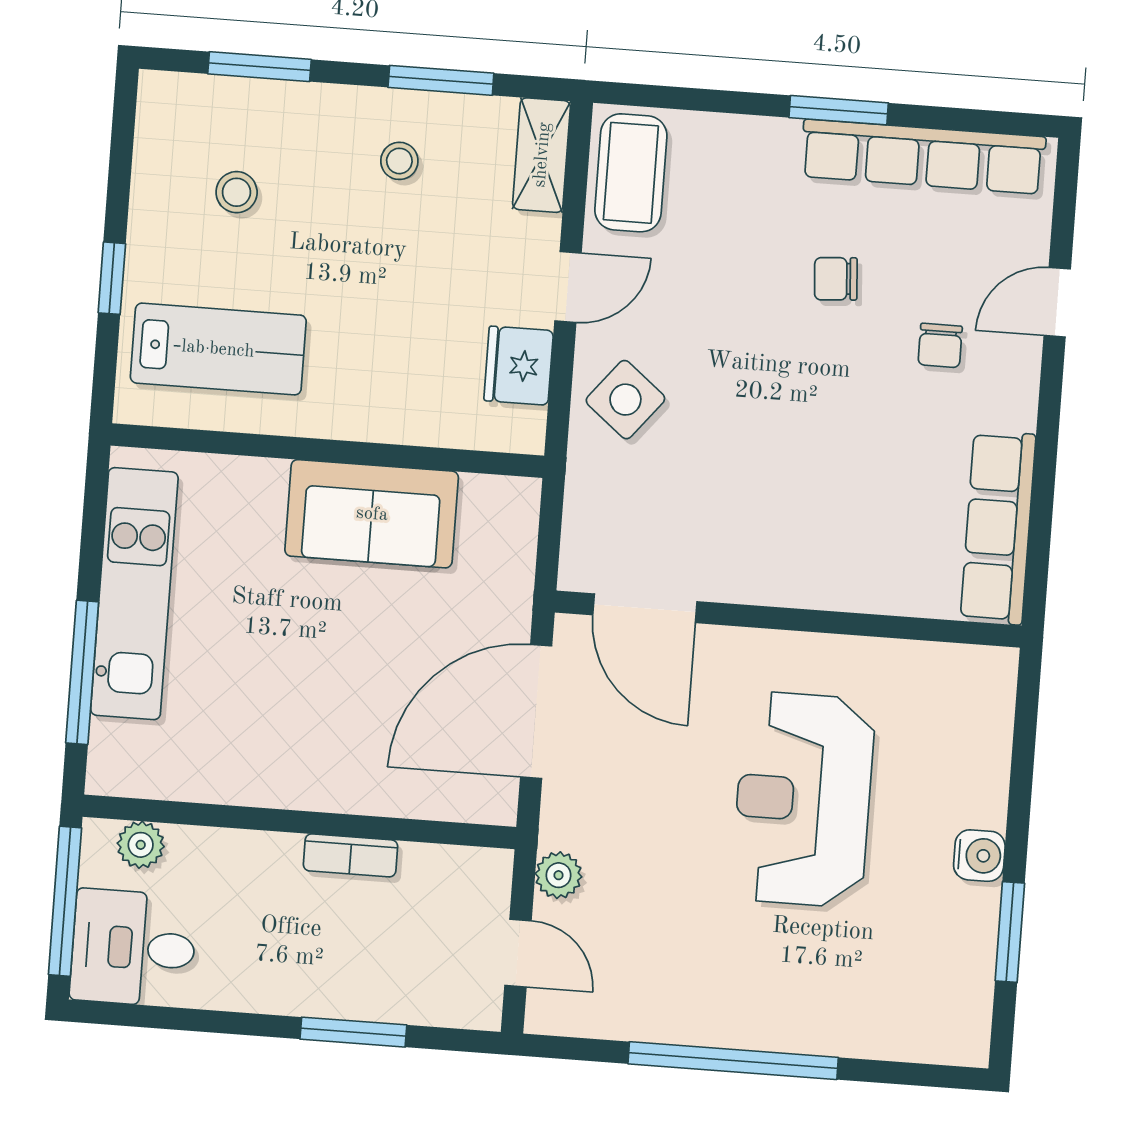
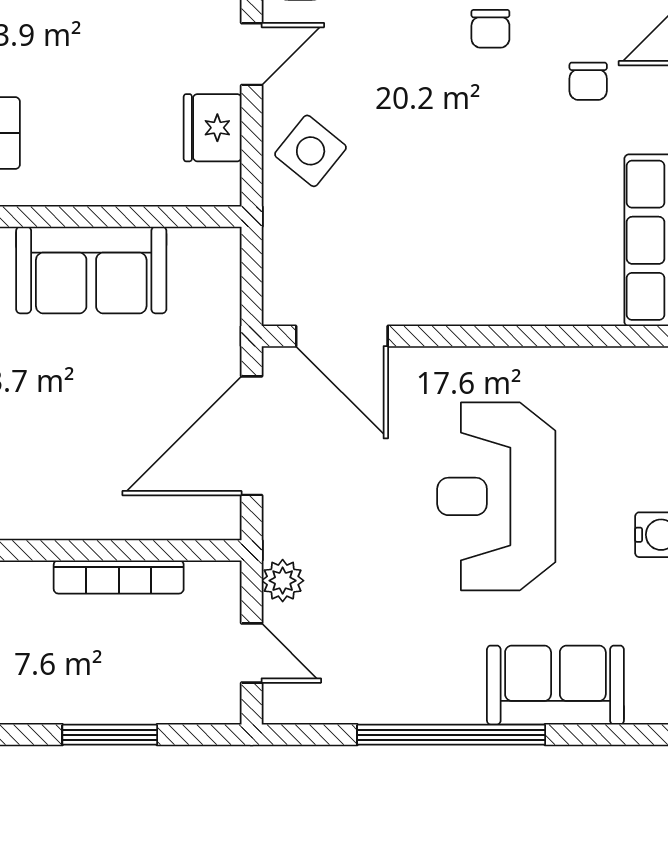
chair: (836, 279) -> (490, 29), turned -86
bookcase: (350, 855) -> (119, 577), width x1.56
sofa: (853, 1014) -> (555, 685), added

